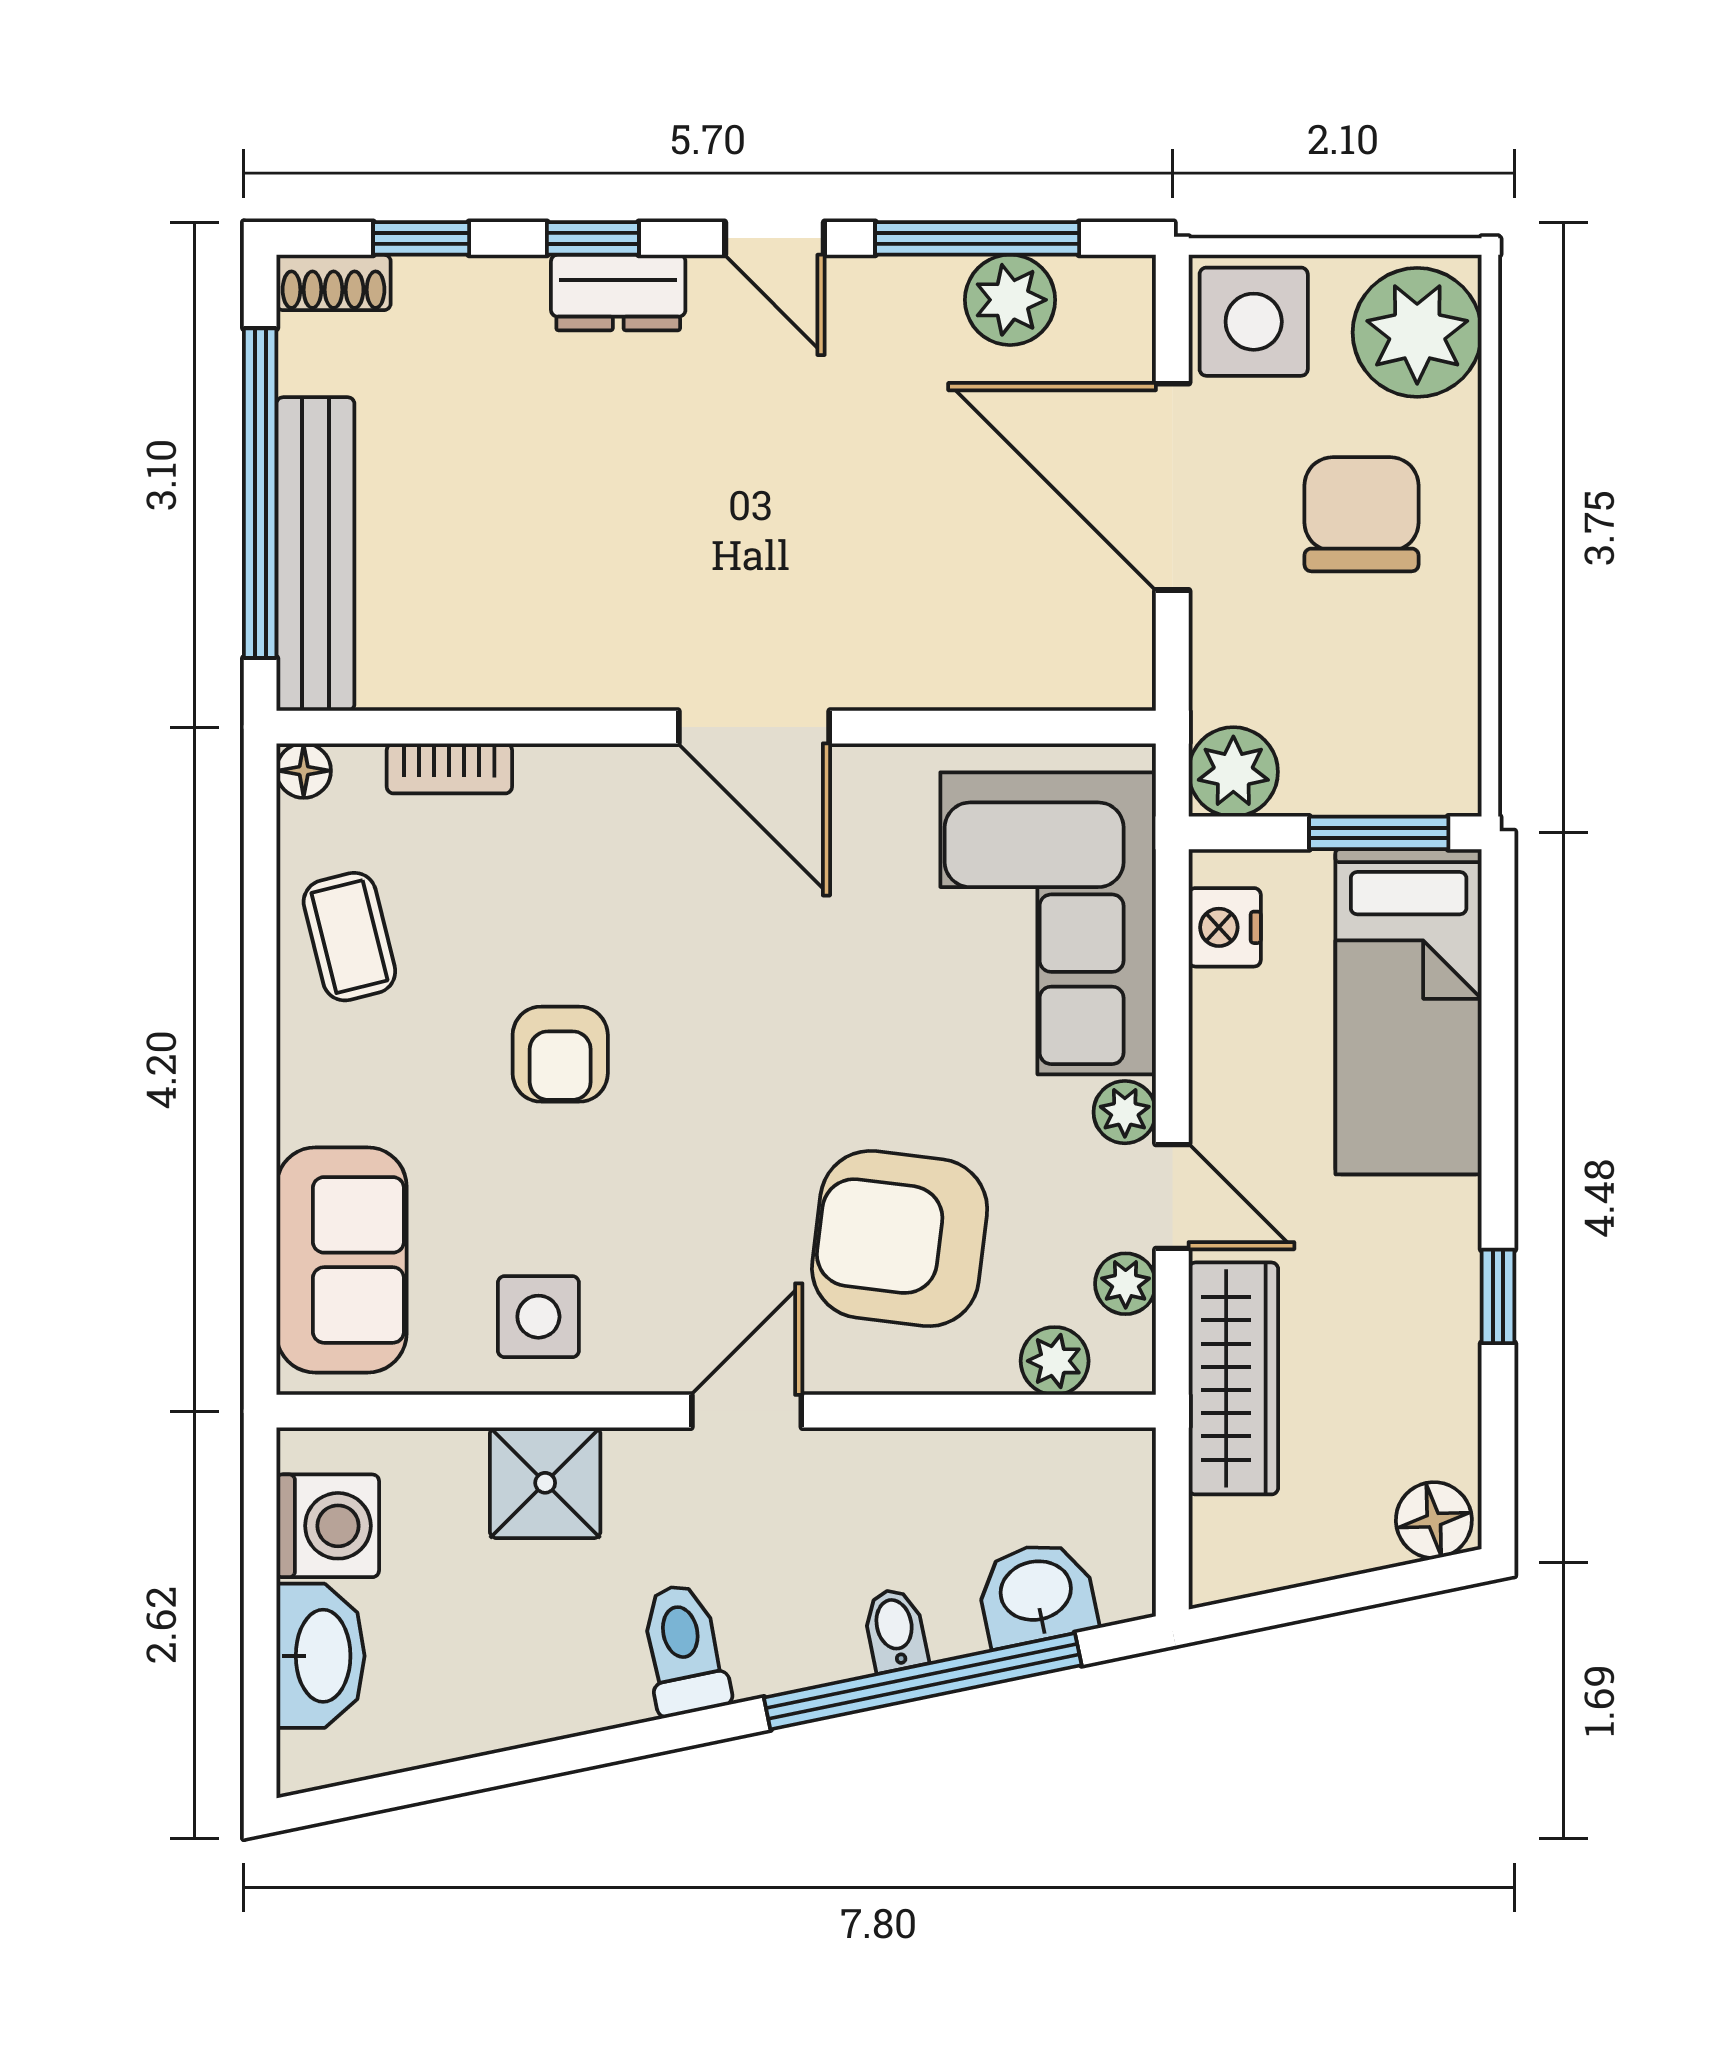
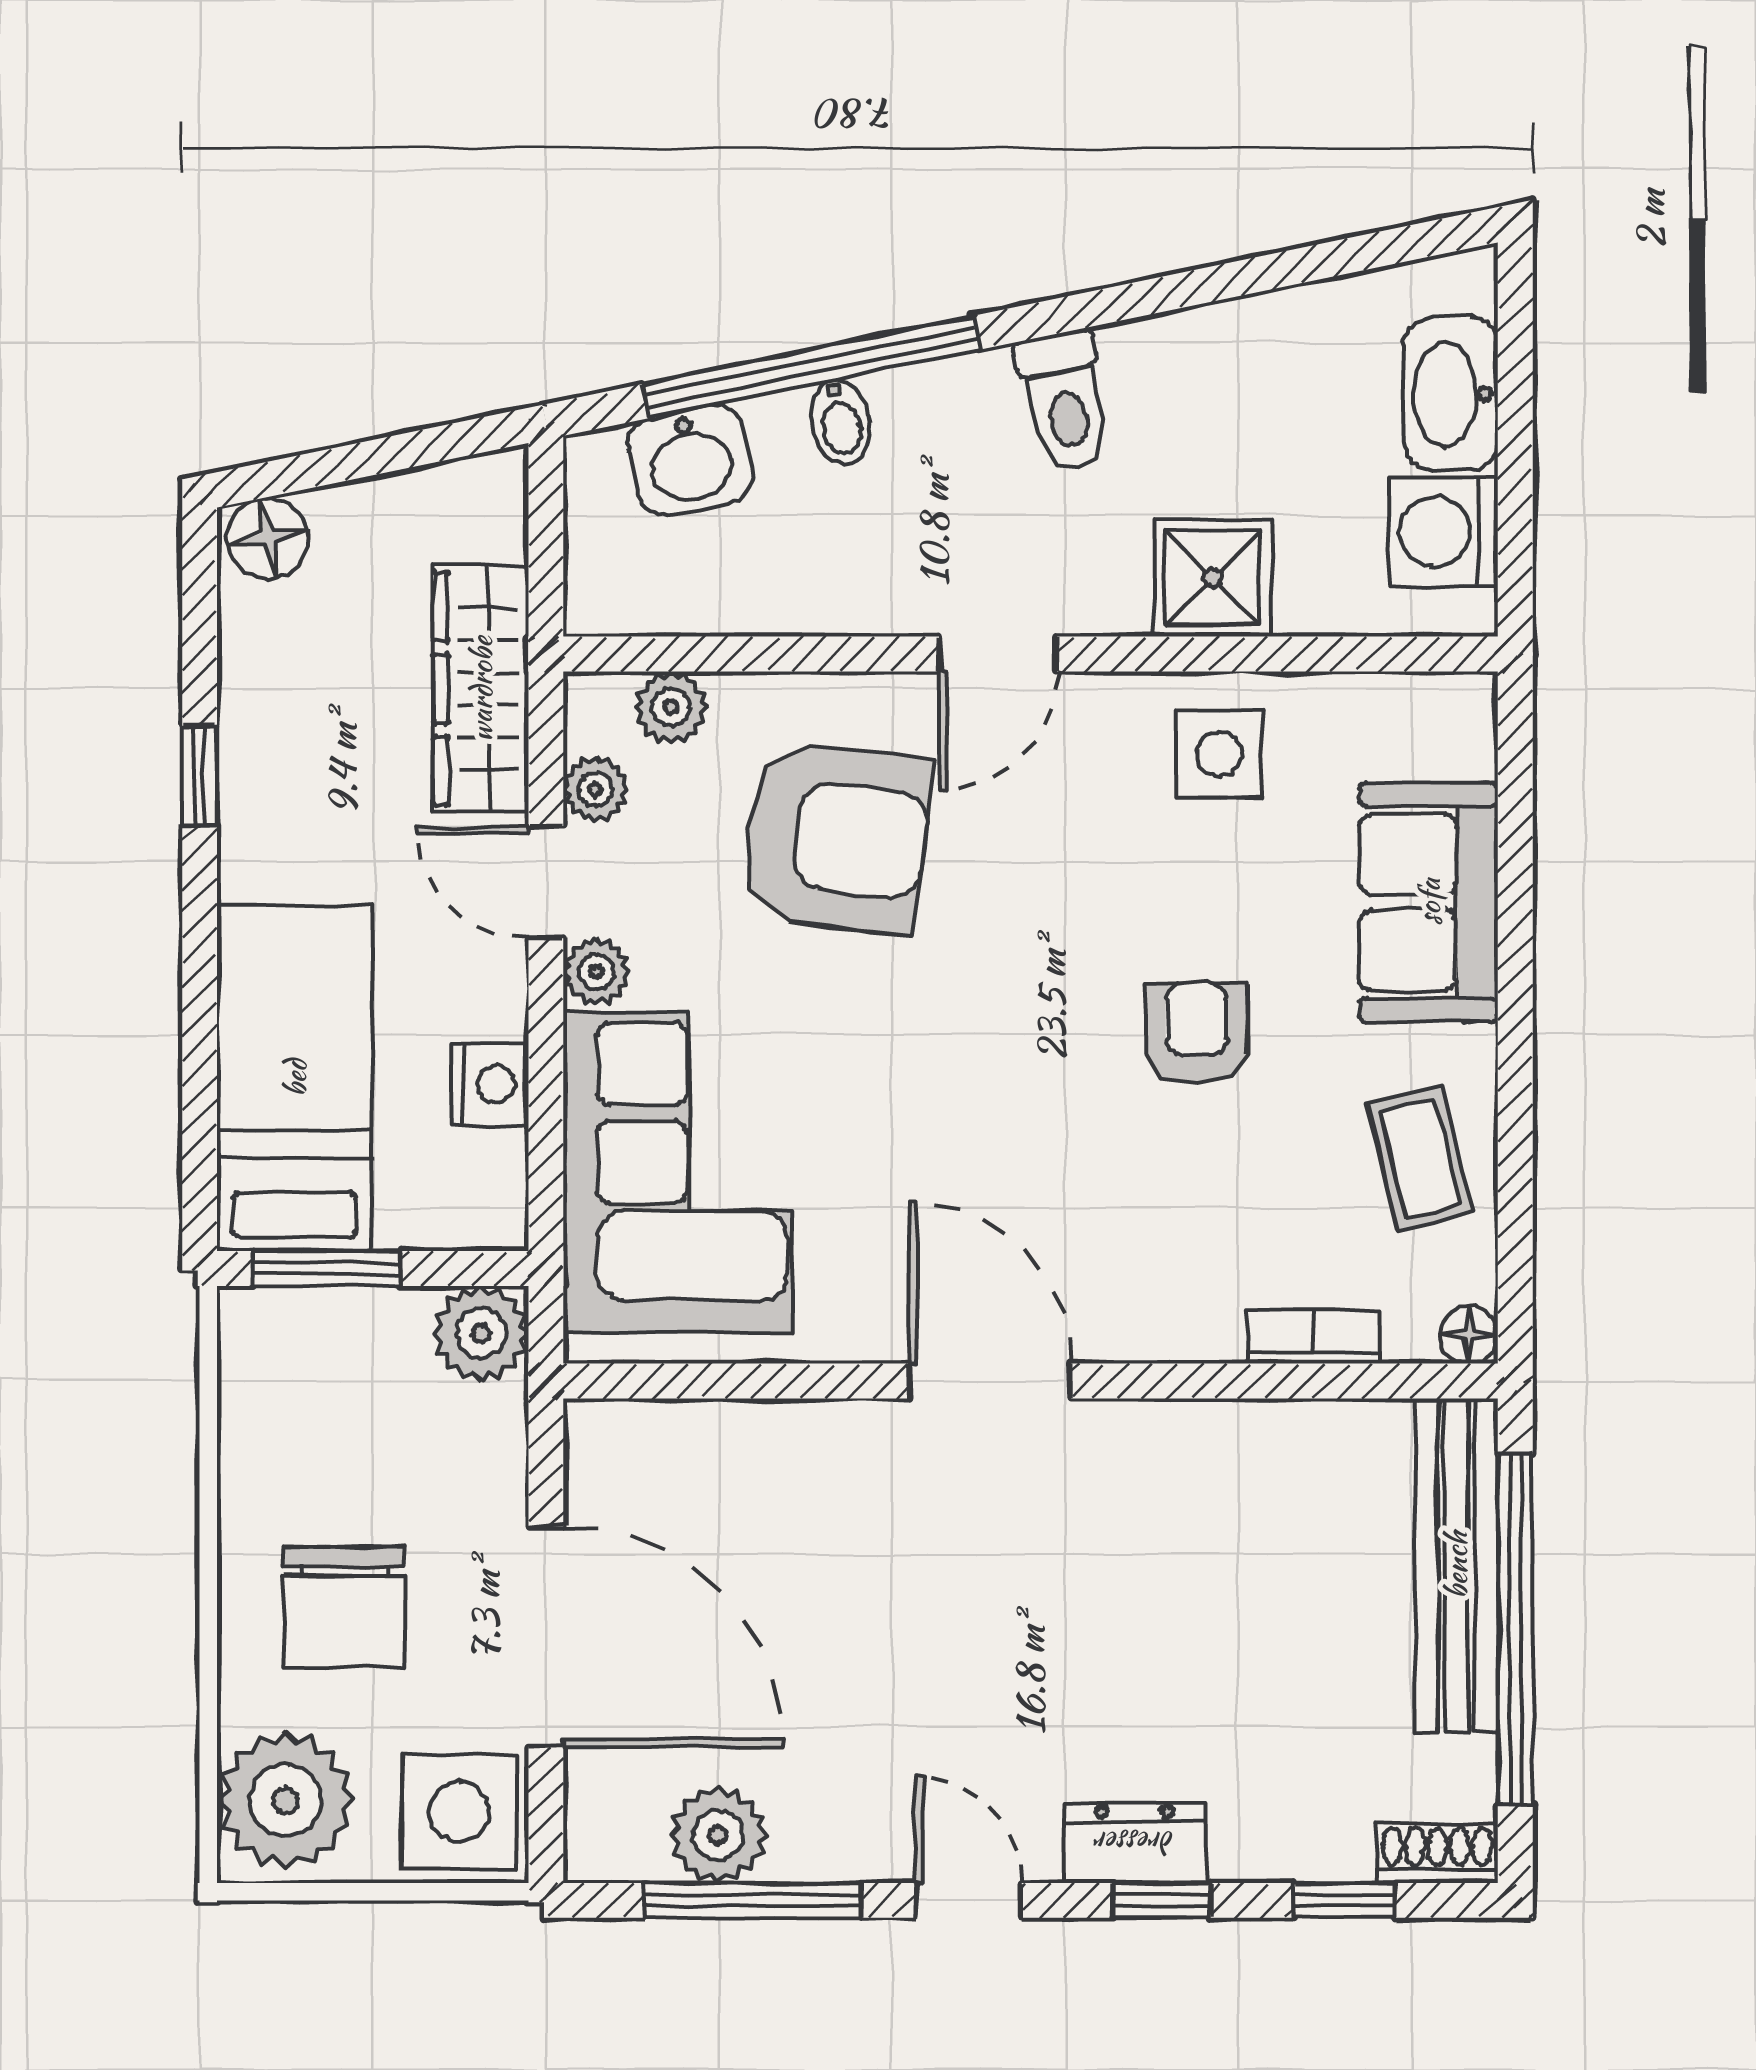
nightstand: (1225, 927) -> (490, 1085), moved
sofa: (341, 1260) -> (1429, 902), moved

